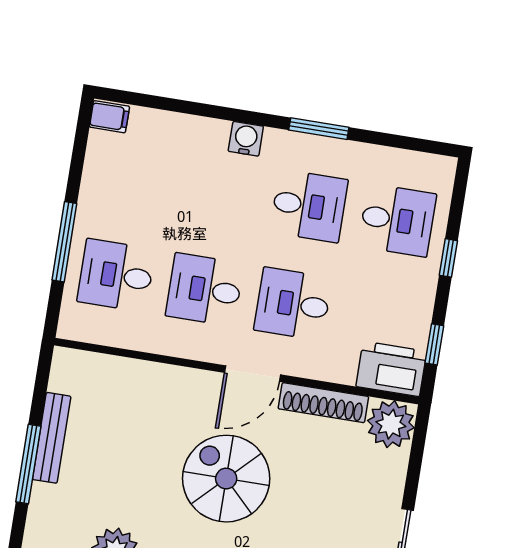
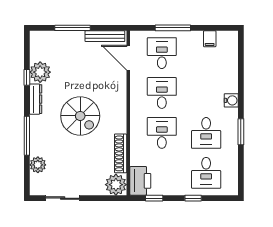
filing cabinet: (109, 117) -> (210, 39), moved
door: (253, 374) -> (128, 58), moved
bench: (52, 438) -> (105, 36), moved
spiral stairs: (226, 479) -> (80, 116), turned 90

